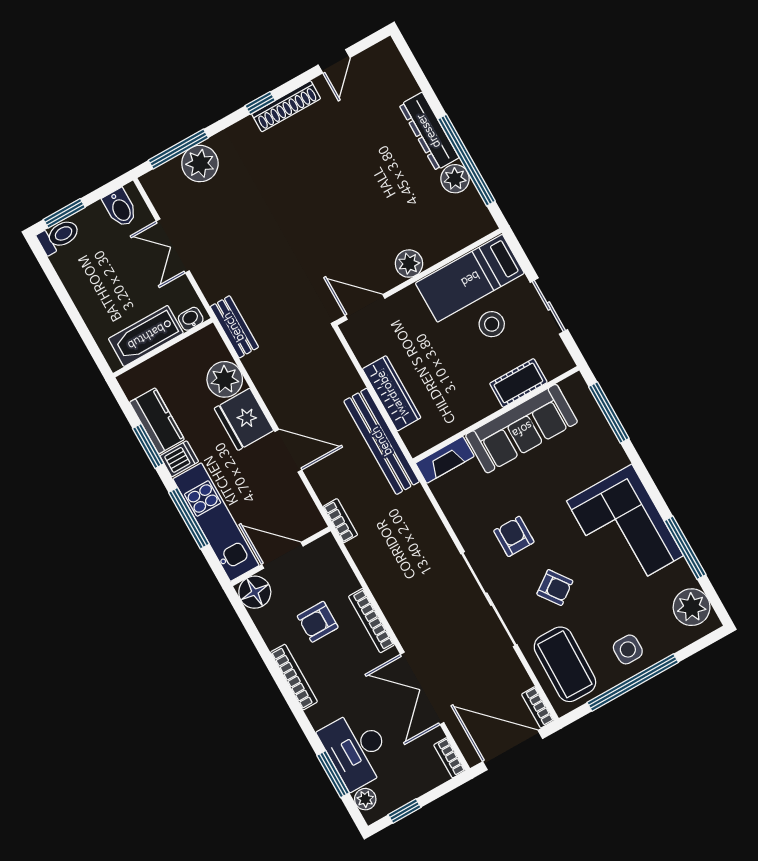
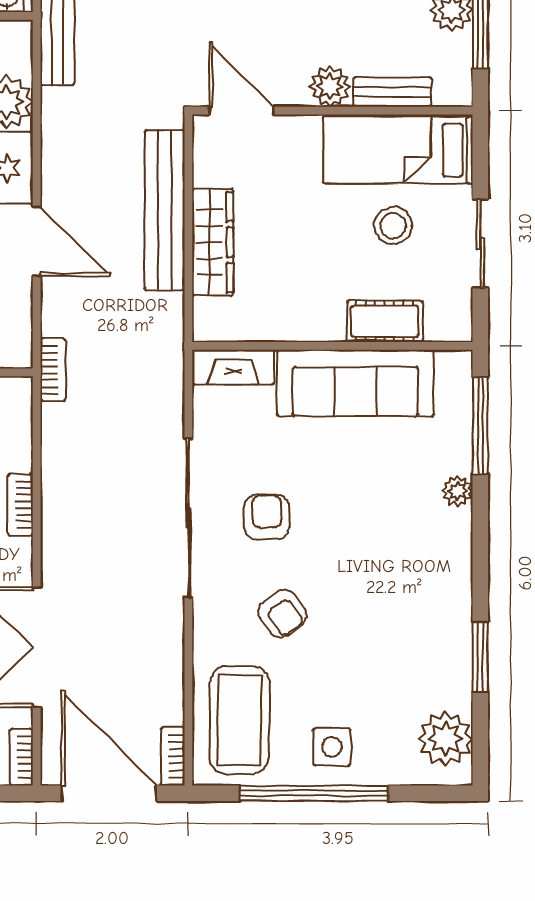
bench: (447, 246) -> (392, 92), added
bench: (382, 441) -> (165, 210), moved
plant: (617, 458) -> (458, 491), added
corner sofa: (625, 528) -> (417, 588), removed
window: (685, 548) -> (480, 657), width x0.69
sliding door: (489, 599) -> (188, 518), moved
bookcase: (371, 621) -> (20, 505), width x0.64

